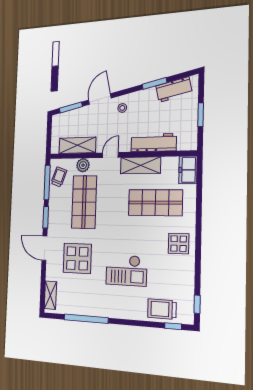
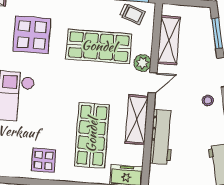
door: (110, 155) -> (153, 83), hinge flipped
plant: (83, 165) -> (142, 63), moved

